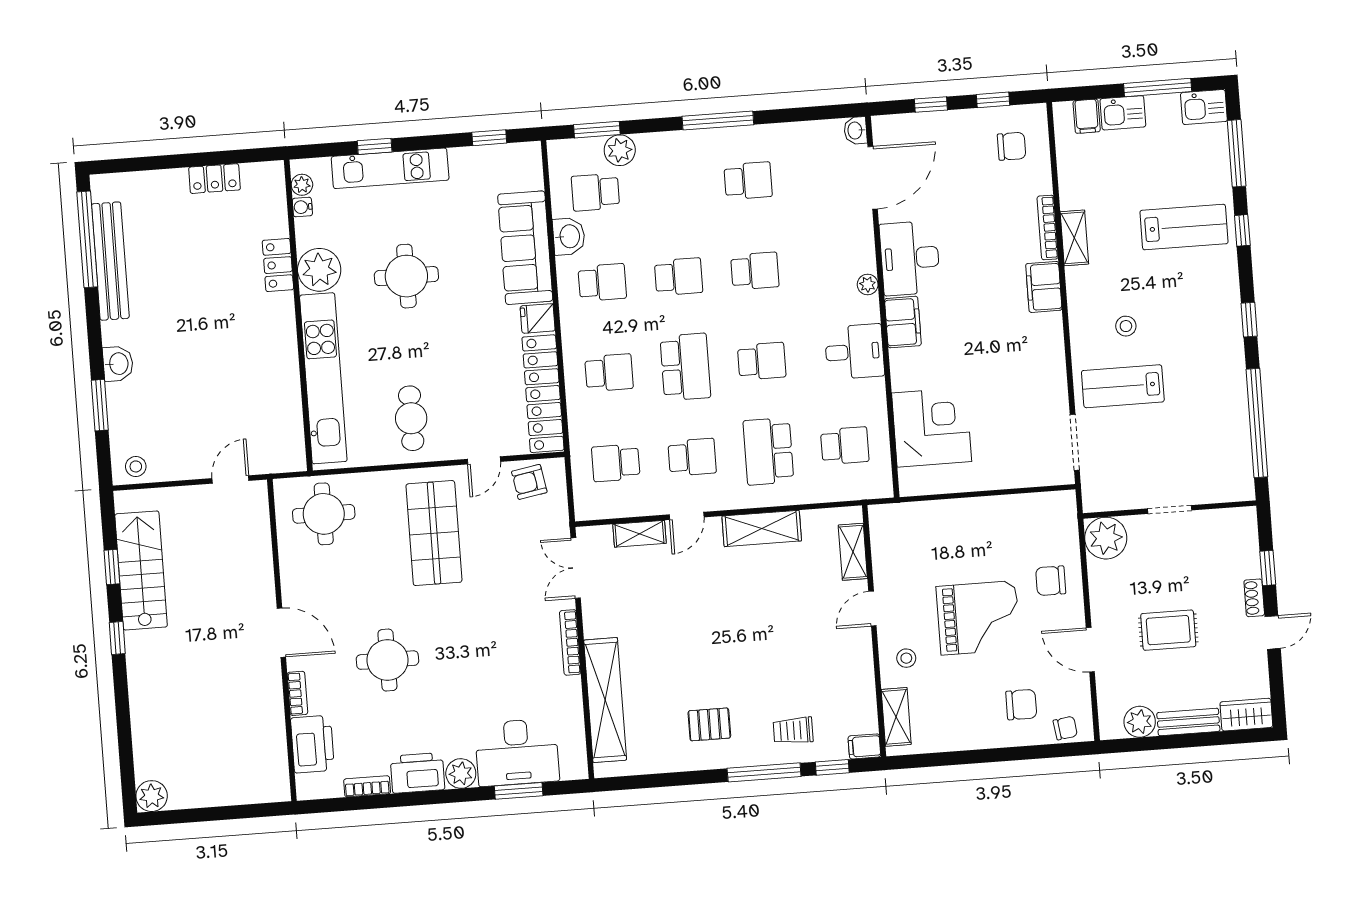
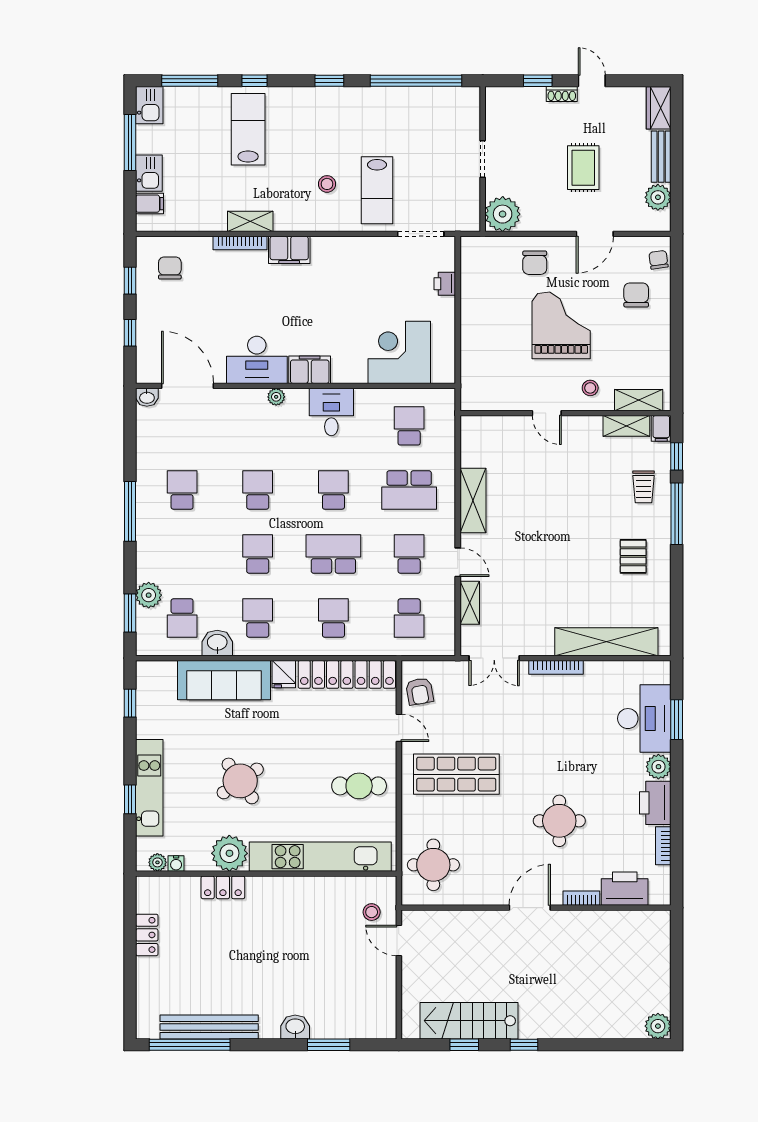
round table: (406, 276) -> (240, 781), turned -35
stool: (136, 466) -> (372, 912), moved
printer: (1017, 475) -> (445, 284), added
shelving: (853, 552) -> (626, 426), moved

